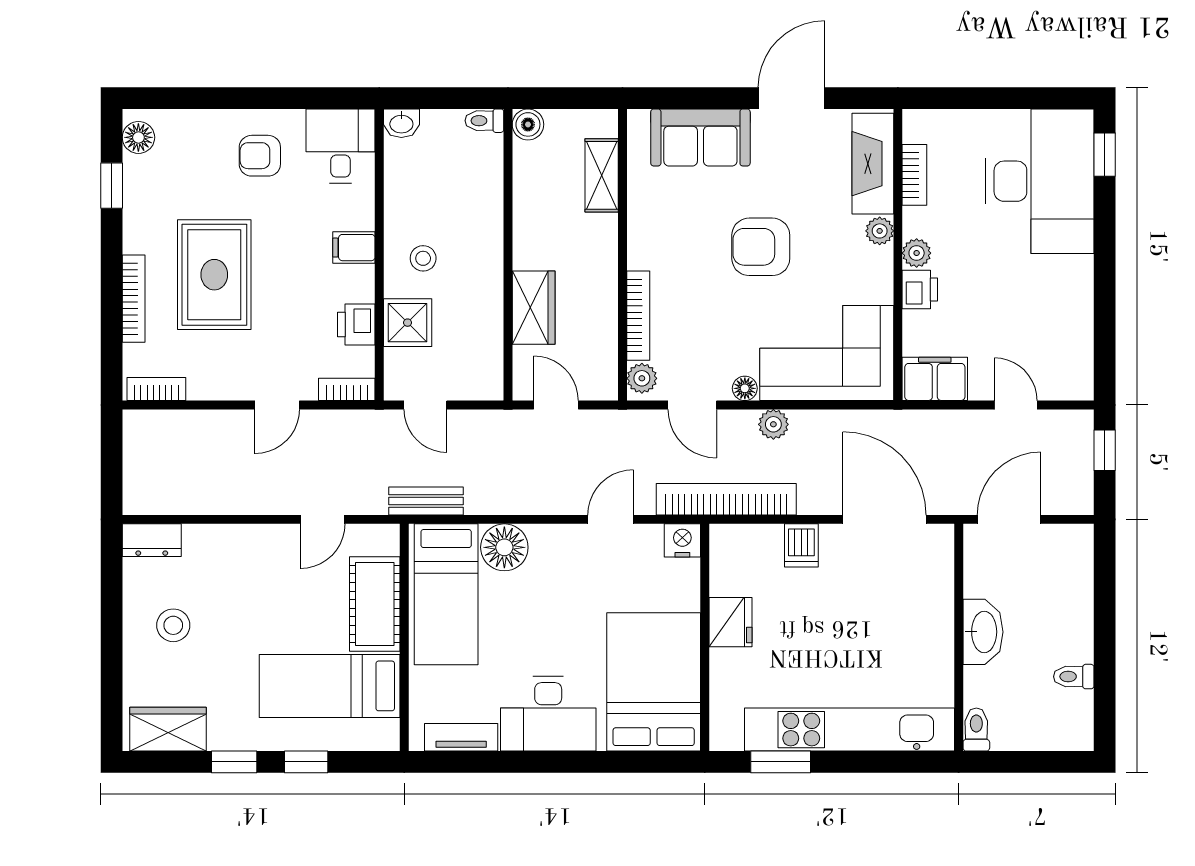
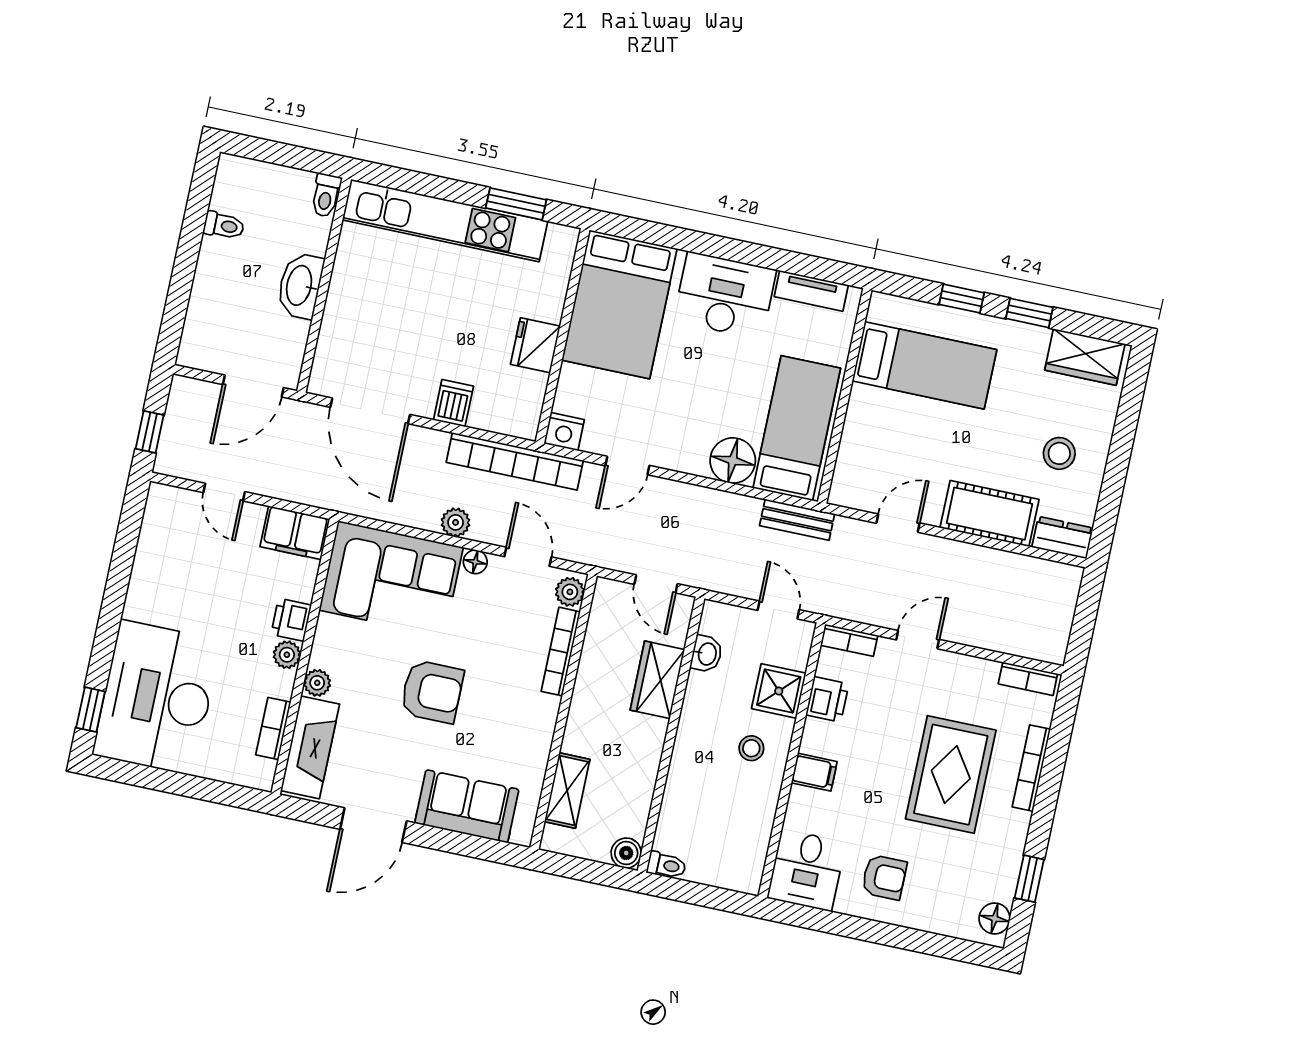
washbasin: (401, 123) -> (706, 654), moved, turned 90
cot: (375, 604) -> (989, 514), moved, turned 90

